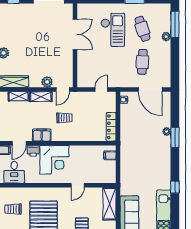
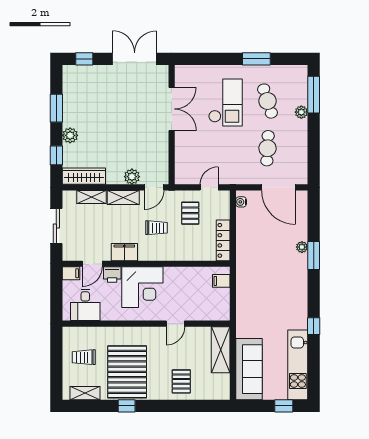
pallet: (88, 108) -> (190, 213), added

